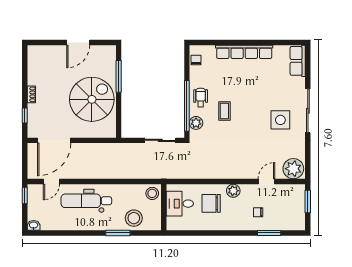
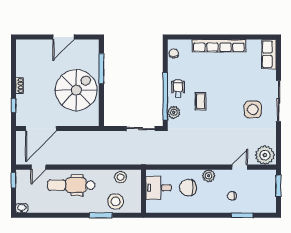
stool: (152, 193) -> (121, 177), moved

